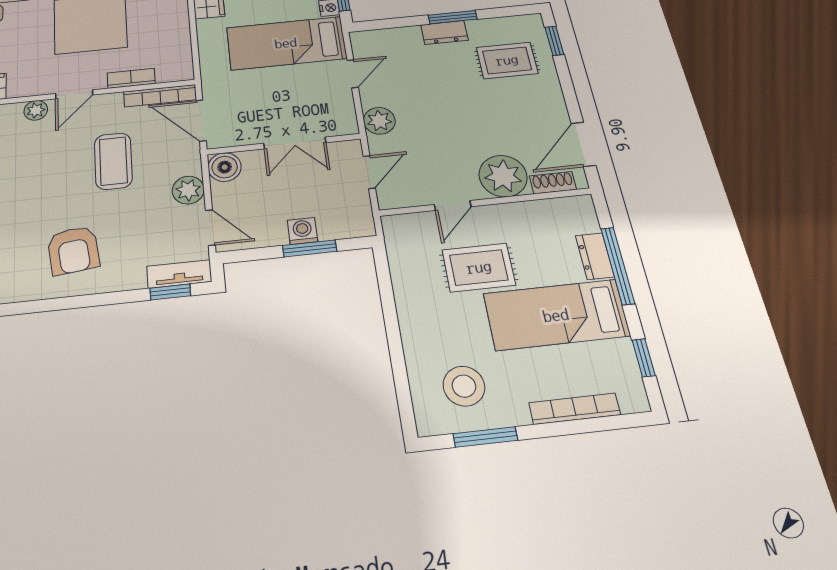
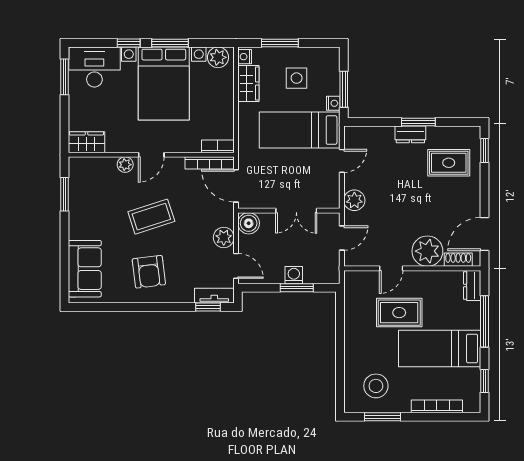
bookcase: (131, 78) -> (218, 146), moved
coffee table: (113, 161) -> (151, 217), moved, turned 72
dresser: (595, 256) -> (472, 285), moved

